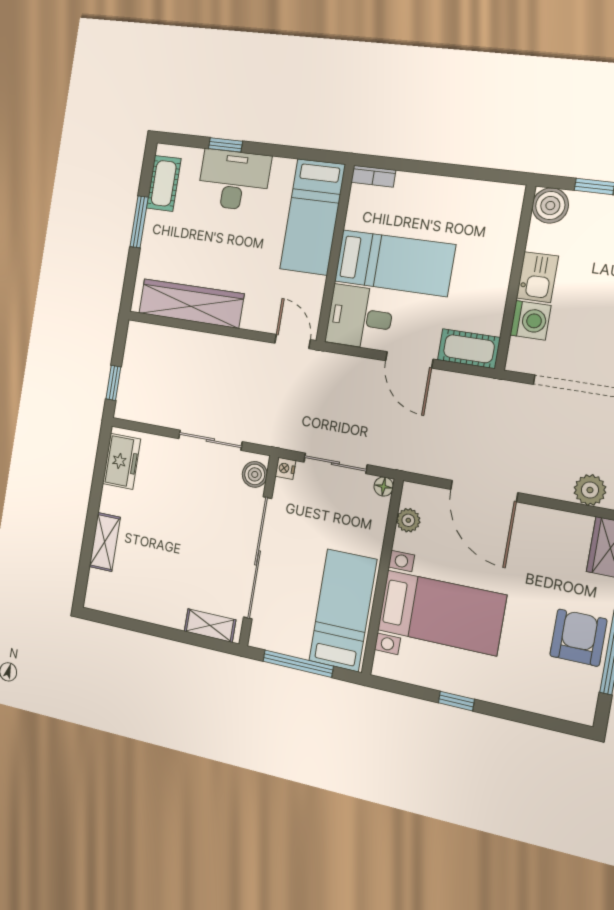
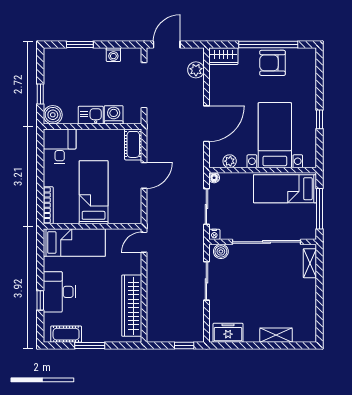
bookcase: (373, 176) -> (48, 205), width x1.56
desk: (360, 317) -> (60, 146), moved, turned 180

